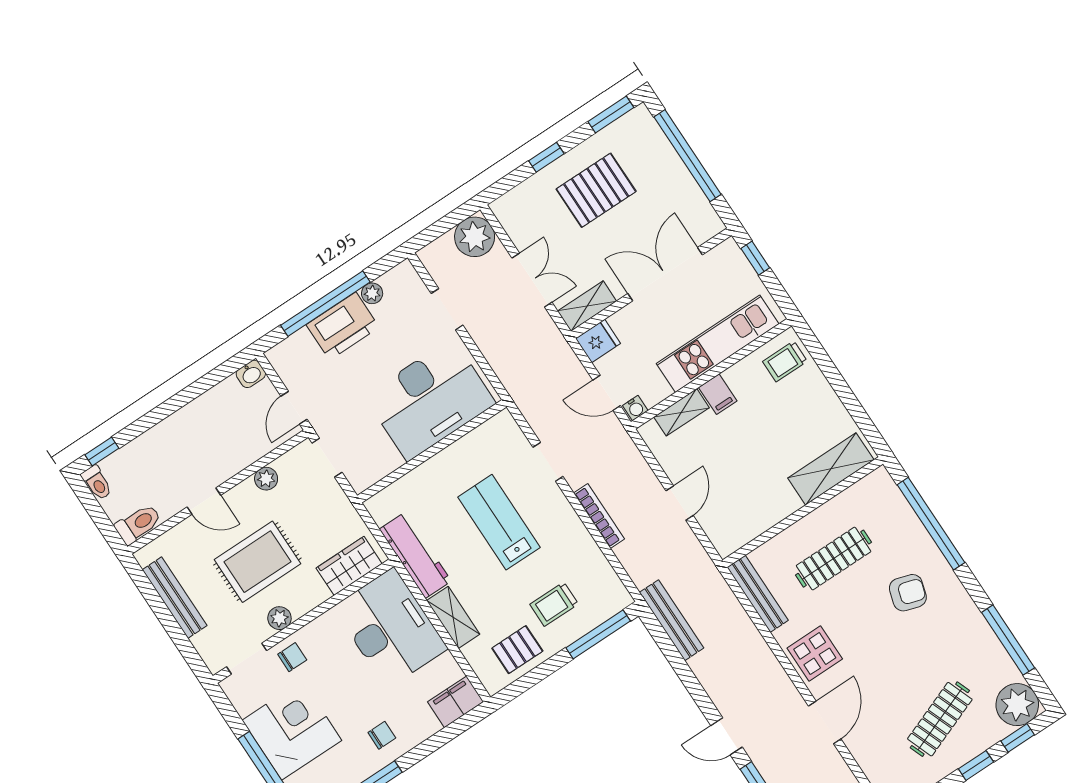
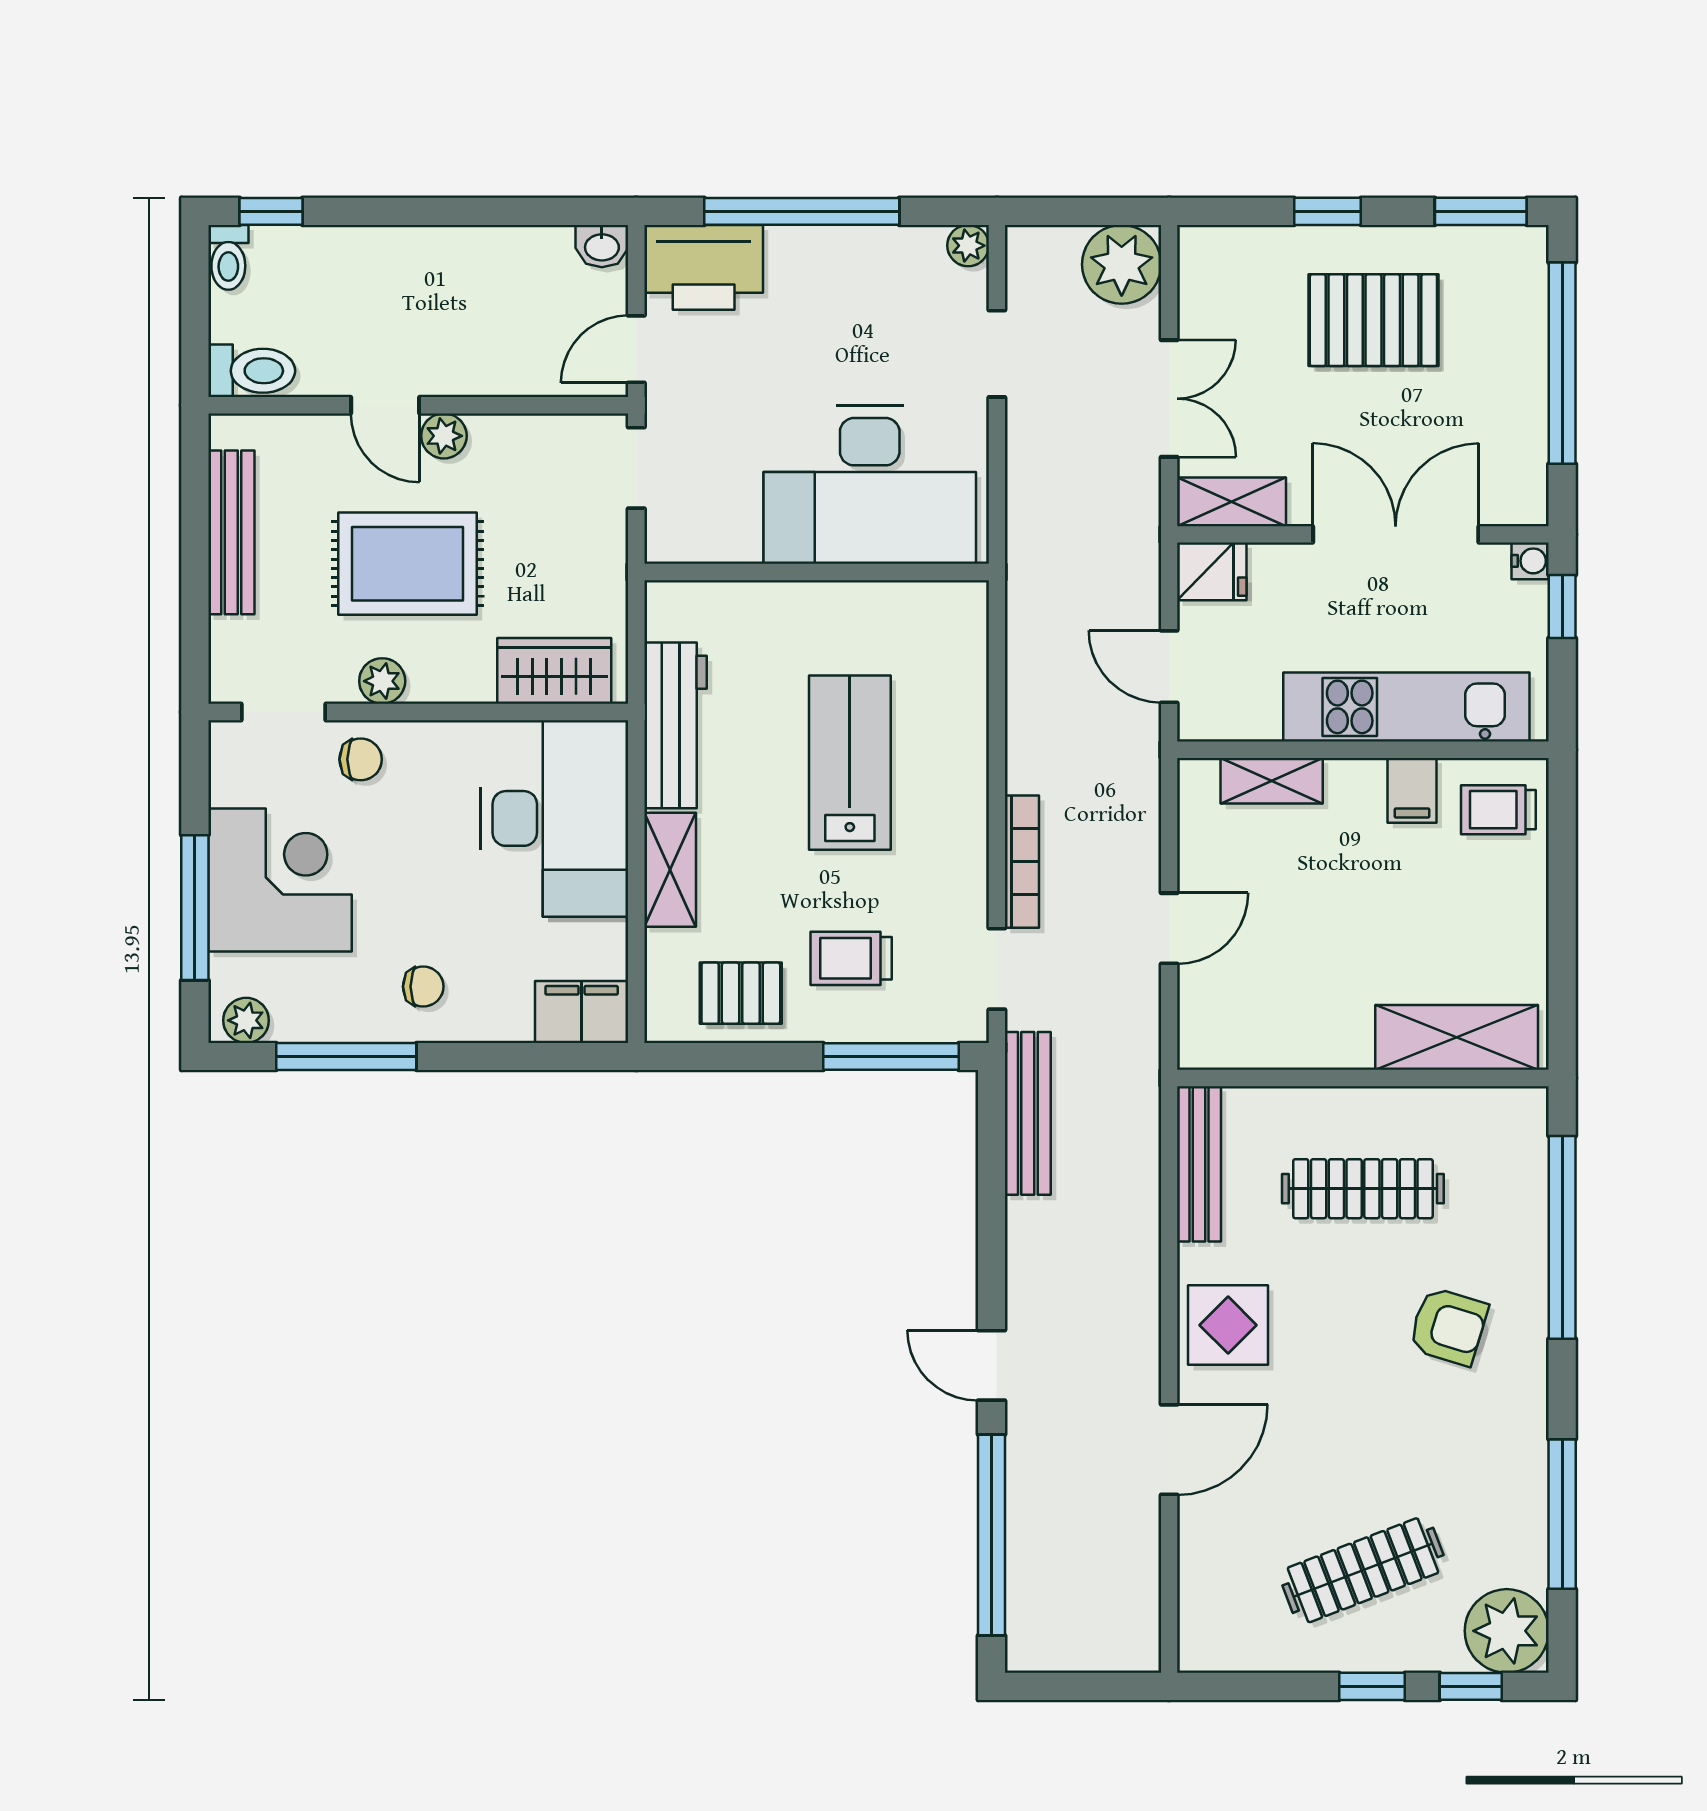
plant: (372, 293) -> (968, 246), moved
printer: (343, 326) -> (704, 267), moved
filing cabinet: (718, 394) -> (1412, 790), moved
water cooler: (635, 408) -> (1530, 561), moved, turned -90
doorway: (548, 462) -> (997, 969), moved
plant: (266, 479) -> (444, 436), moved

